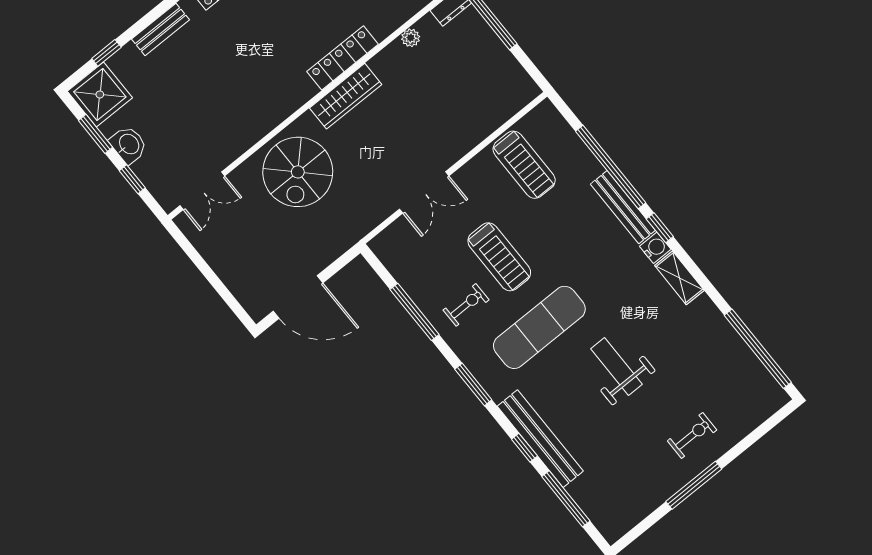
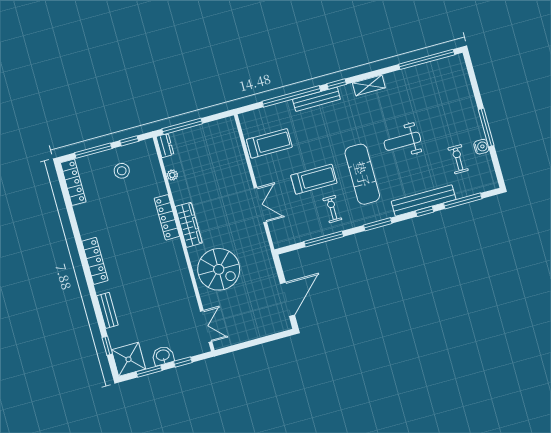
water cooler: (655, 248) -> (481, 147), moved, turned 90
exercise bike: (692, 435) -> (458, 159), moved

